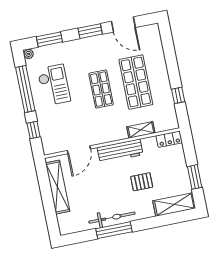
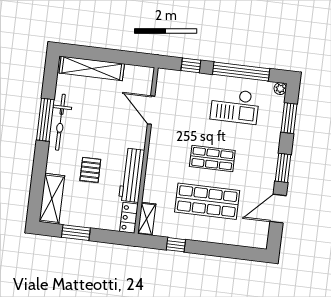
shelving: (141, 130) -> (147, 219), moved
workbench: (120, 151) -> (132, 175), moved
shelving: (58, 187) -> (92, 68), moved

